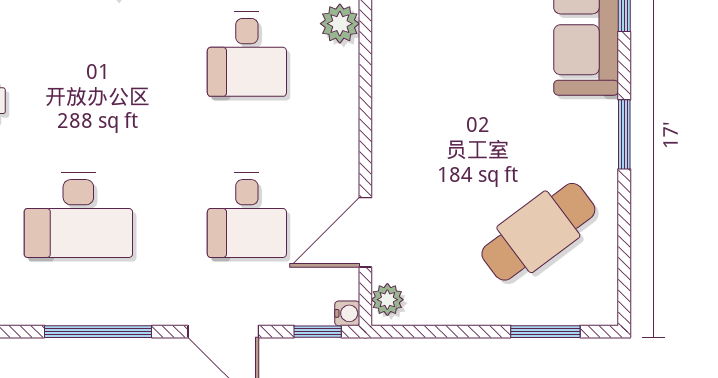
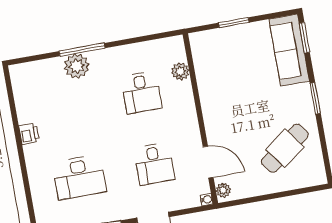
door: (365, 232) -> (208, 162), swing flipped
window: (318, 332) -> (195, 210), removed
window: (545, 332) -> (296, 192), removed

